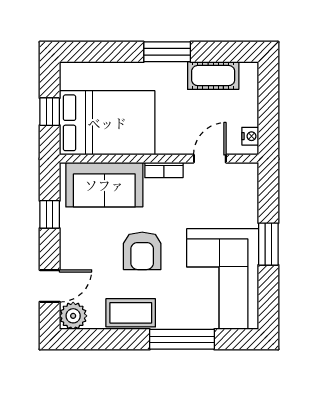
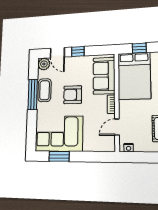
door: (210, 159) -> (117, 127), swing flipped
window: (50, 214) -> (78, 52), moved
window: (268, 244) -> (59, 156), moved
window: (182, 339) -> (33, 94), moved

